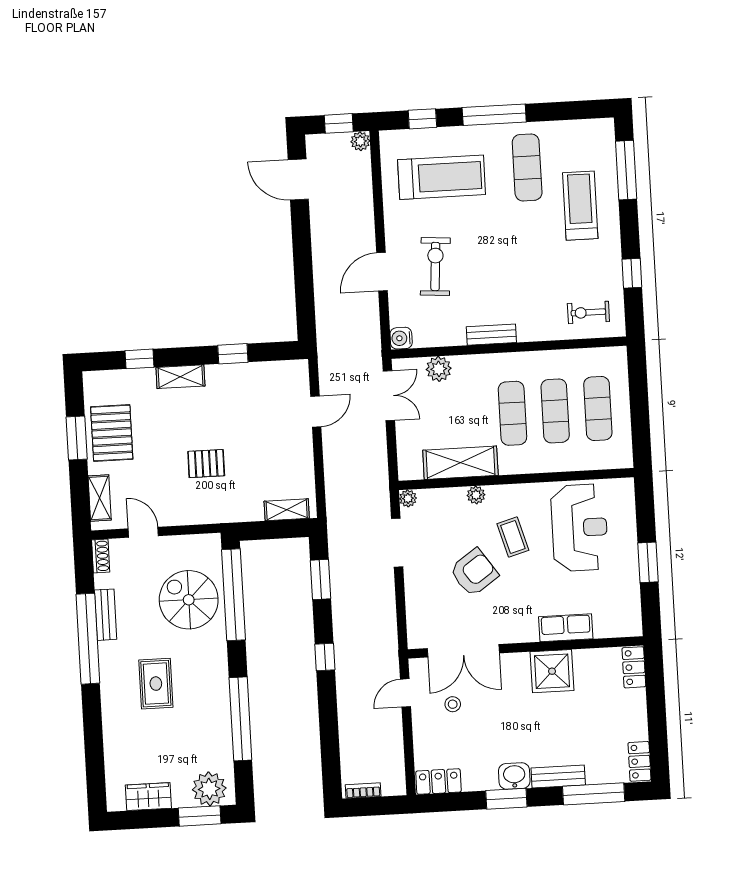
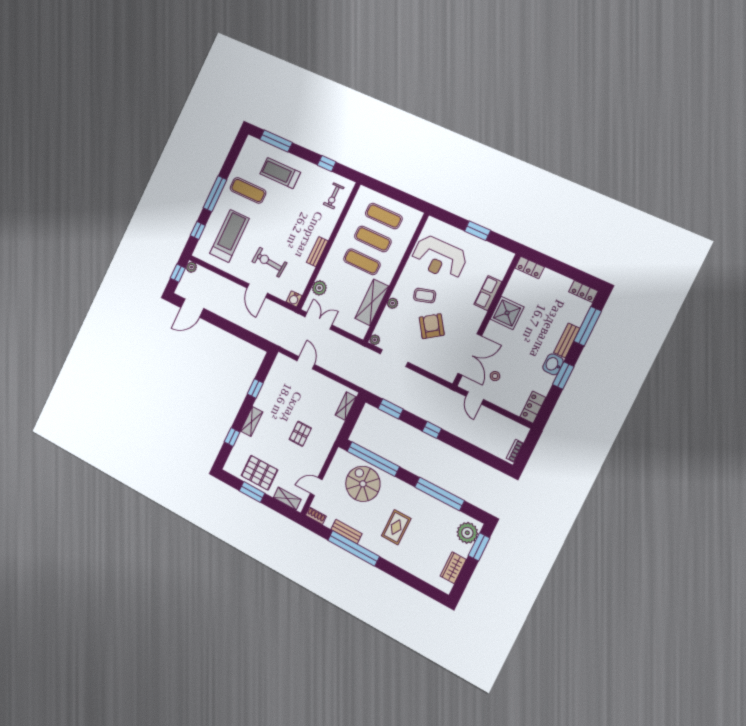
reception desk: (579, 528) -> (439, 258), turned 180
spiral stairs: (189, 600) -> (363, 484), turned 90
rug: (156, 684) -> (396, 527), turned 90

